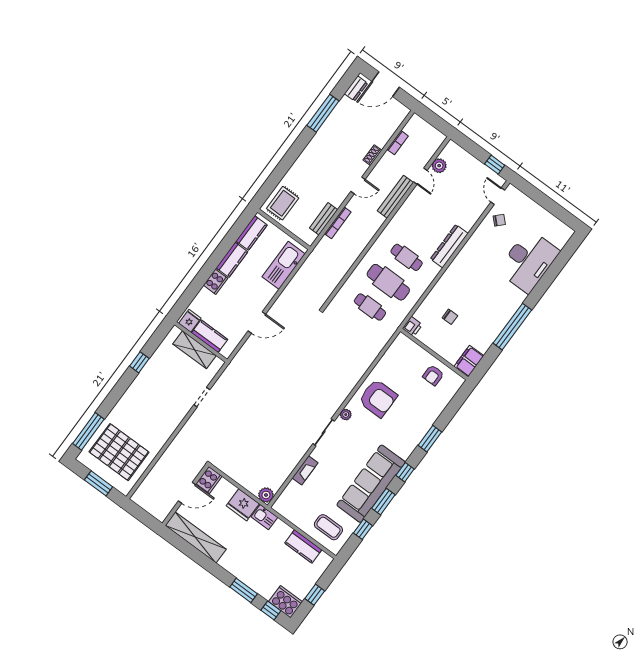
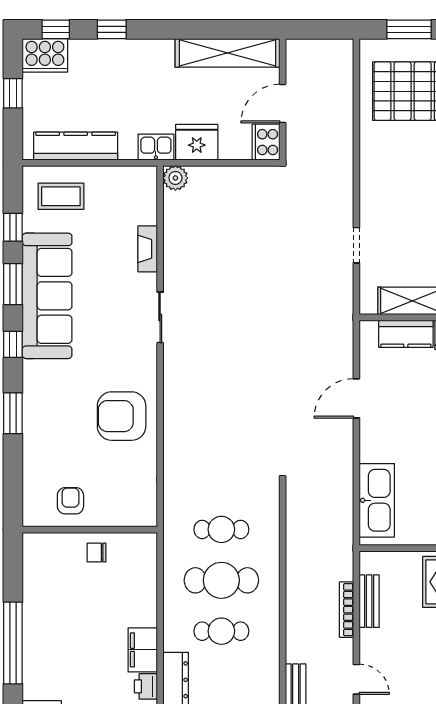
door: (358, 185) -> (356, 679), swing flipped
chair: (450, 317) -> (97, 553), moved
printer: (412, 326) -> (146, 686), moved
filing cabinet: (469, 361) -> (143, 650), moved, turned 180
plant: (346, 415) -> (148, 363), removed
kitchen counter: (303, 546) -> (76, 146), width x1.50
window: (244, 590) -> (112, 29), width x0.67

